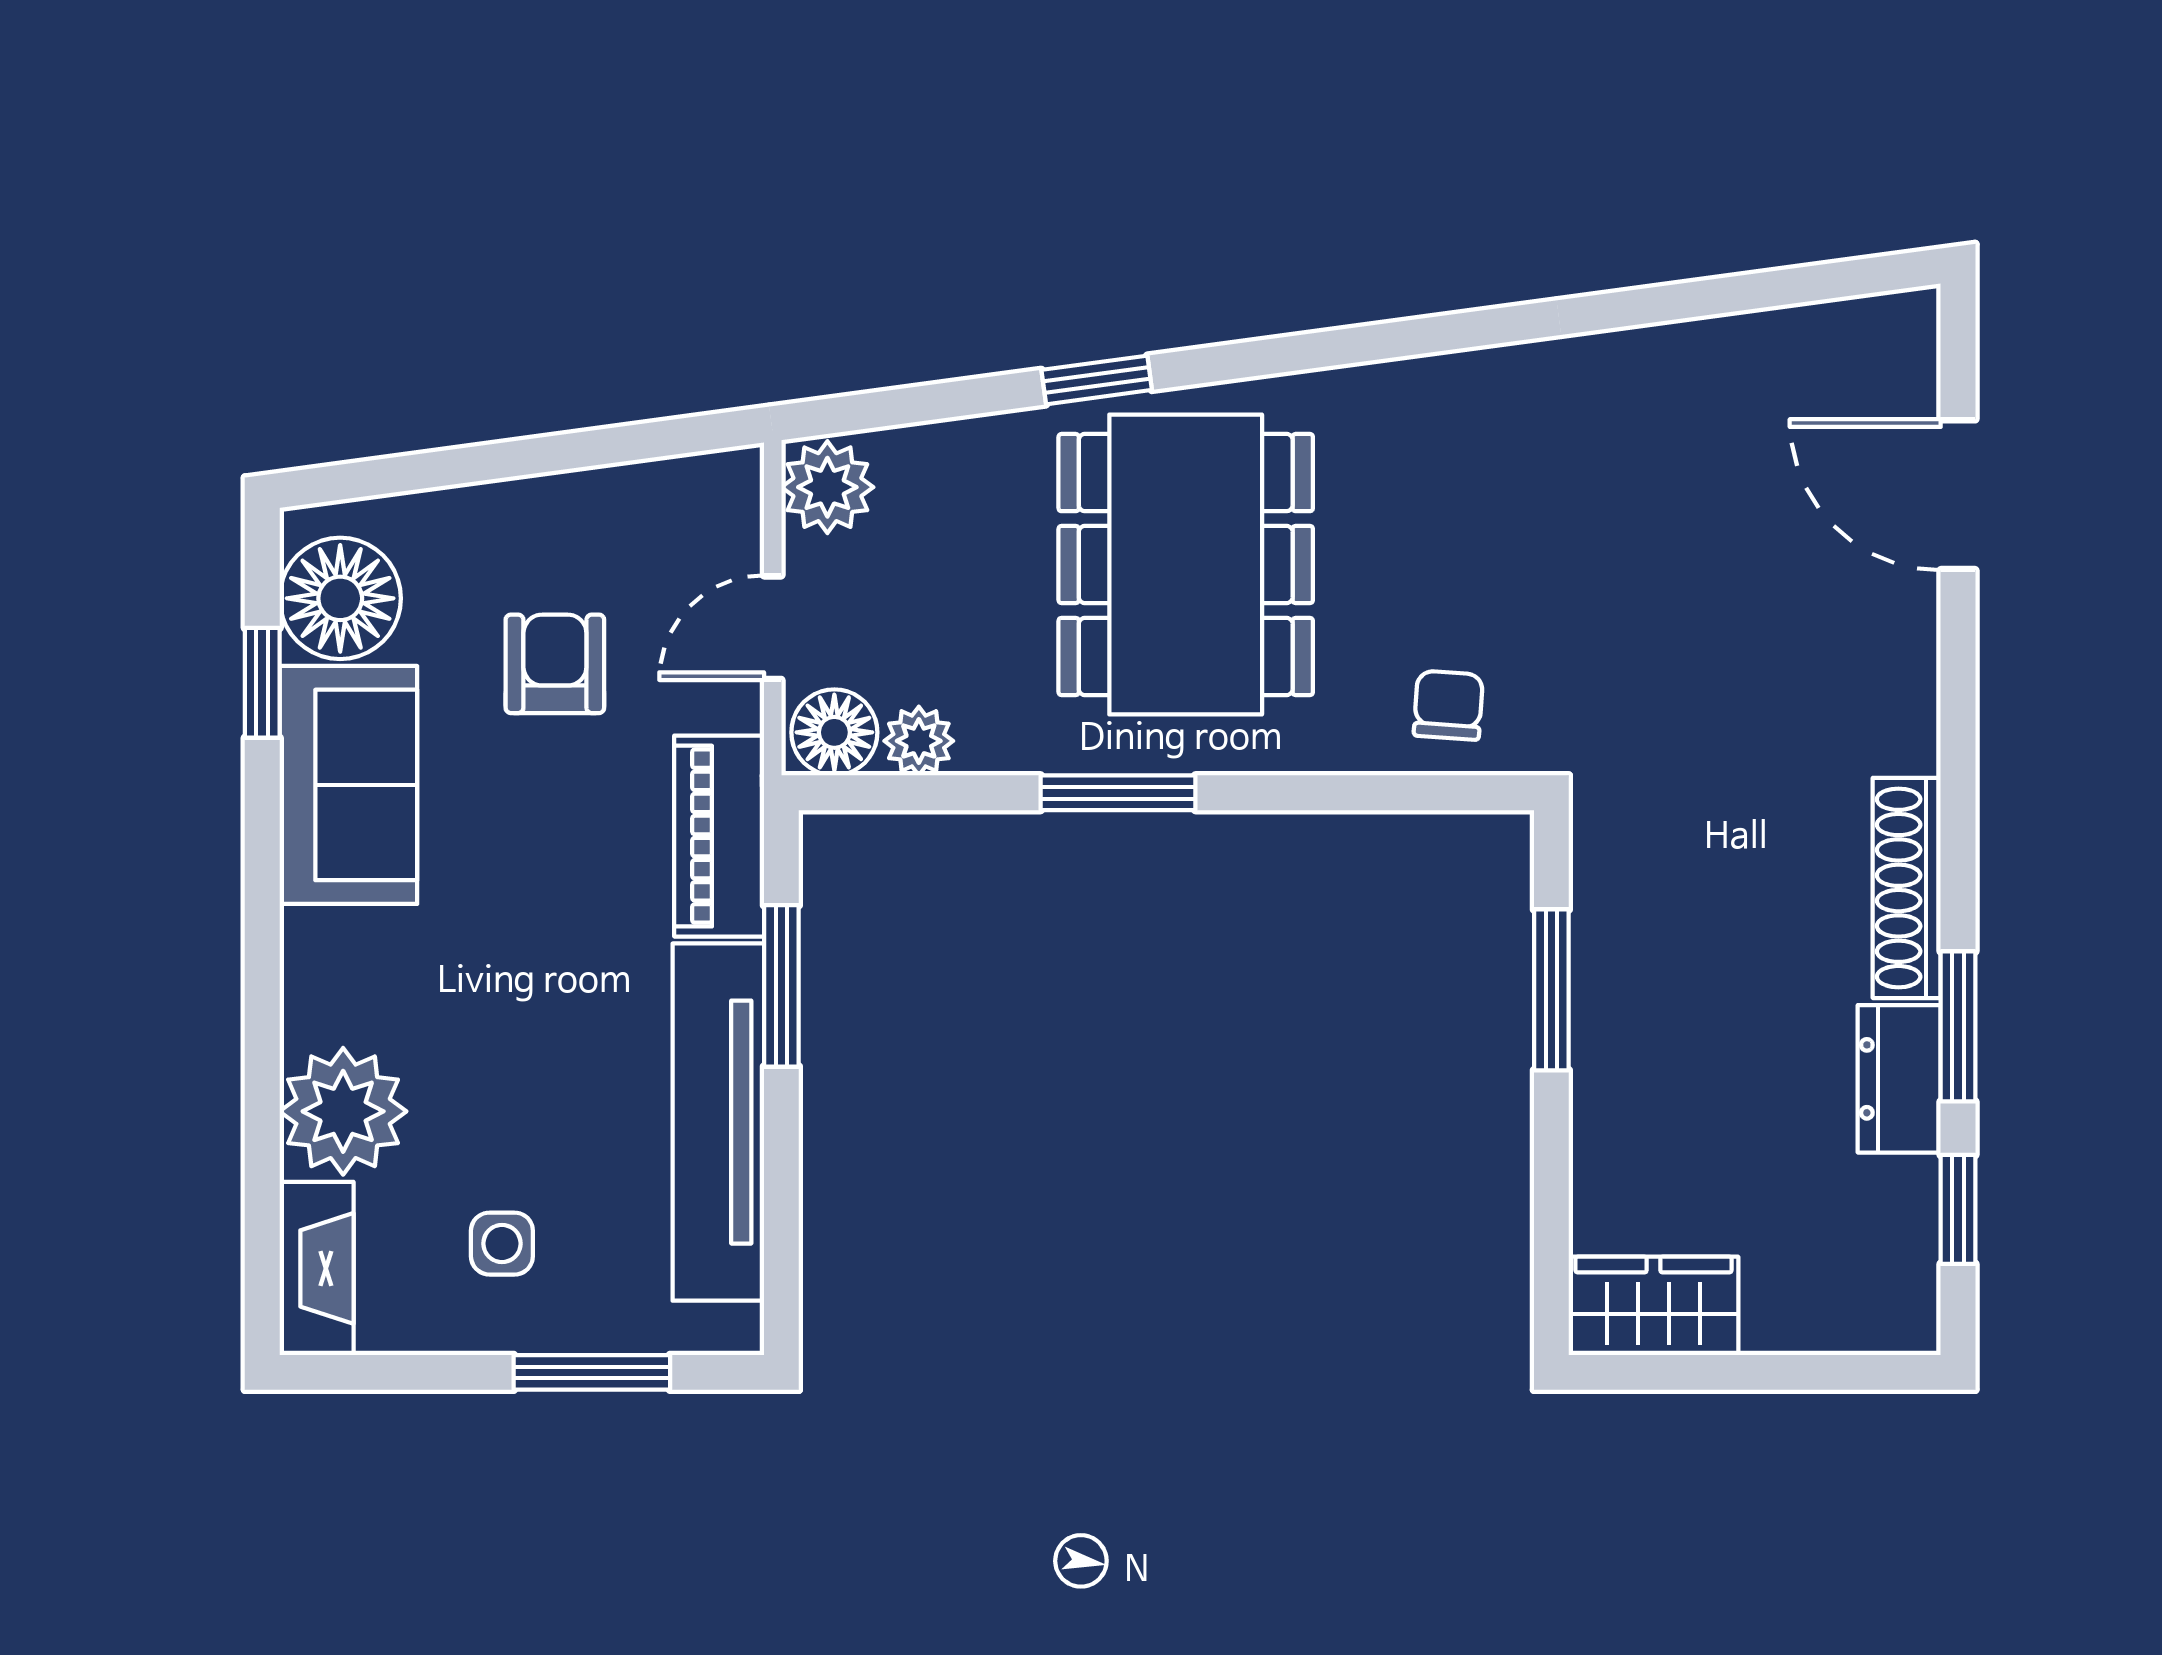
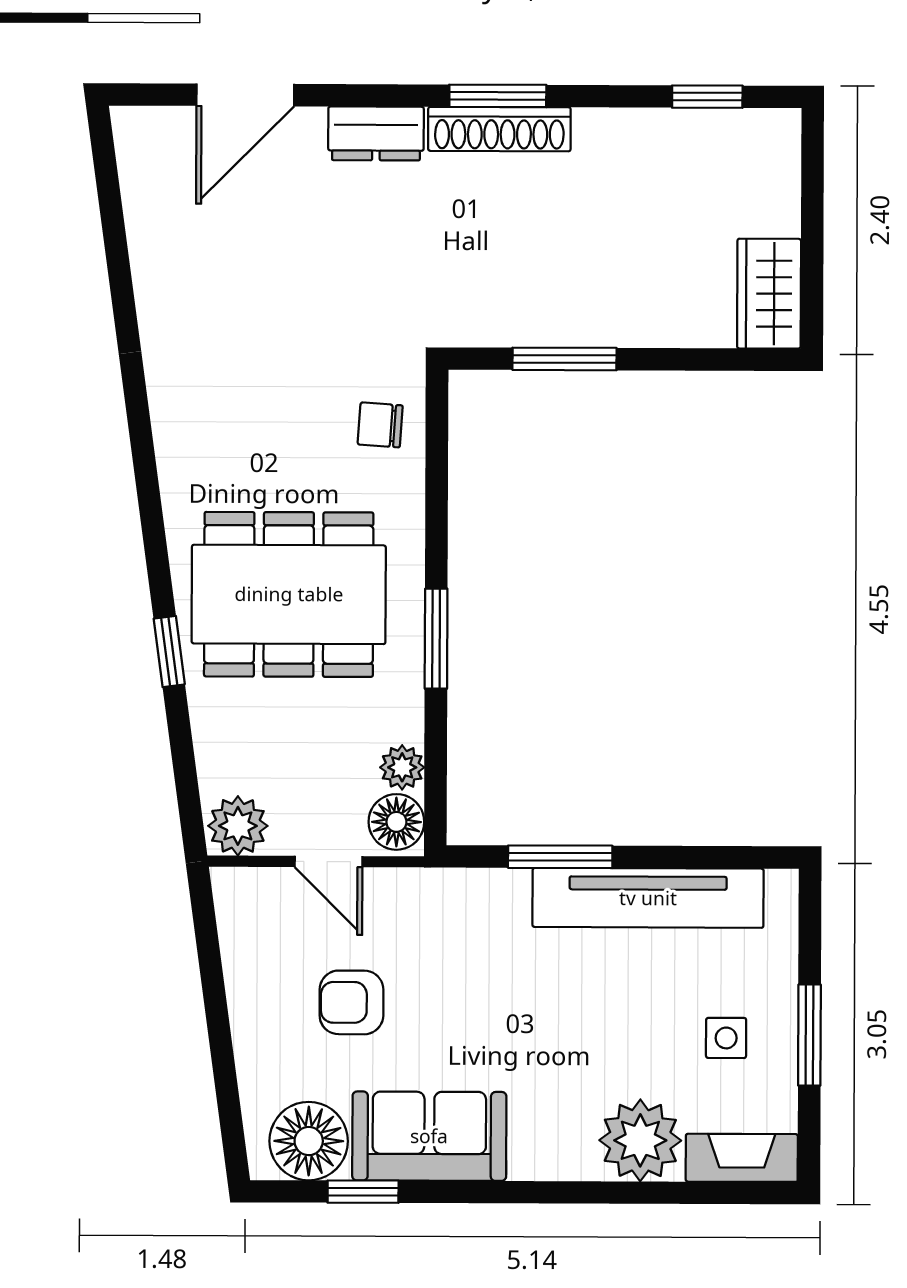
piano: (719, 836) -> (463, 897), removed
window: (1958, 1026) -> (498, 96), moved
dresser: (1899, 1079) -> (376, 133), moved
window: (592, 1372) -> (809, 1035), moved

